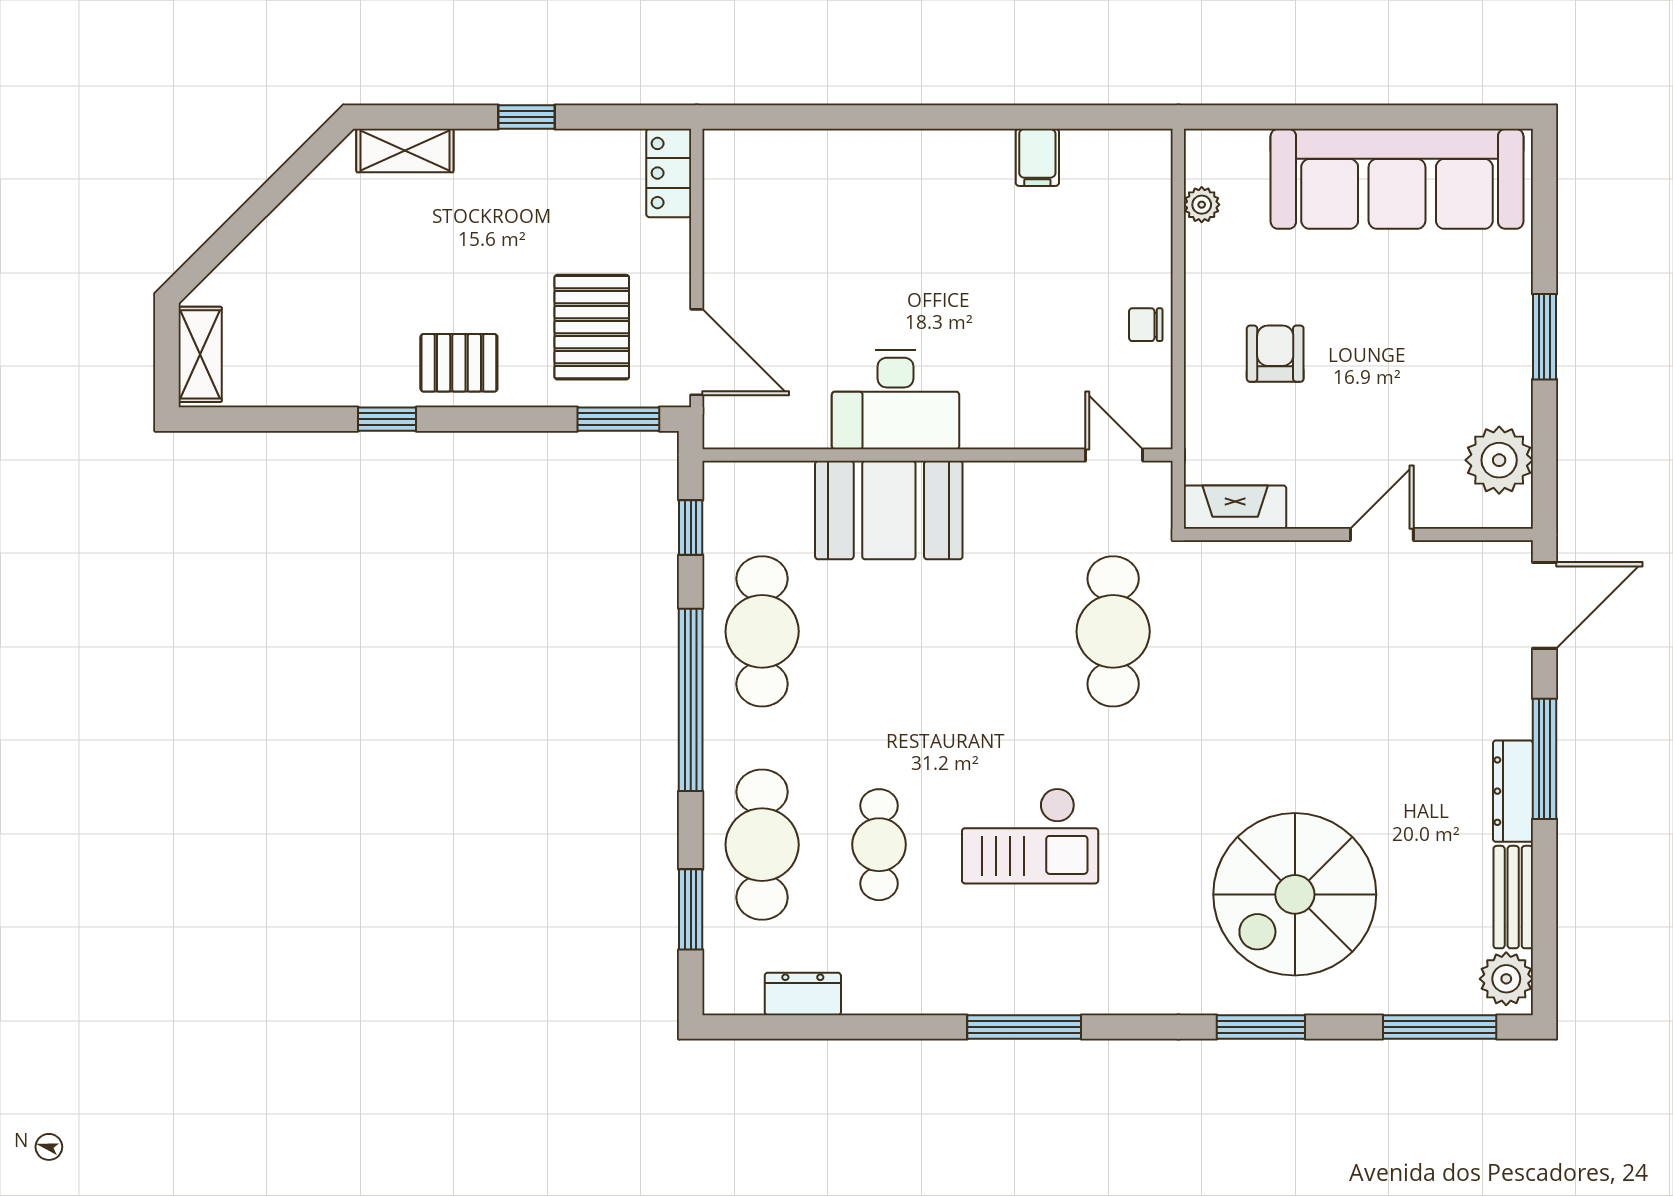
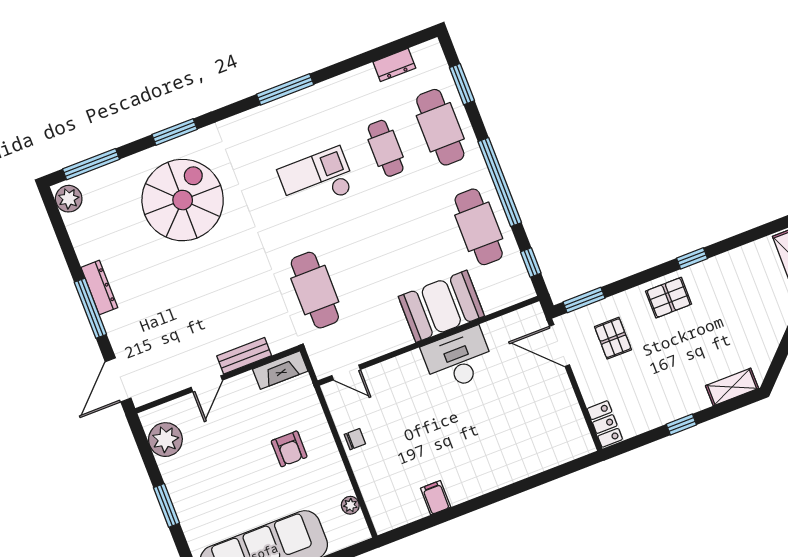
pallet: (592, 327) -> (613, 338), width x0.67, depth x0.71
bench: (1513, 897) -> (244, 356), moved, turned 90

